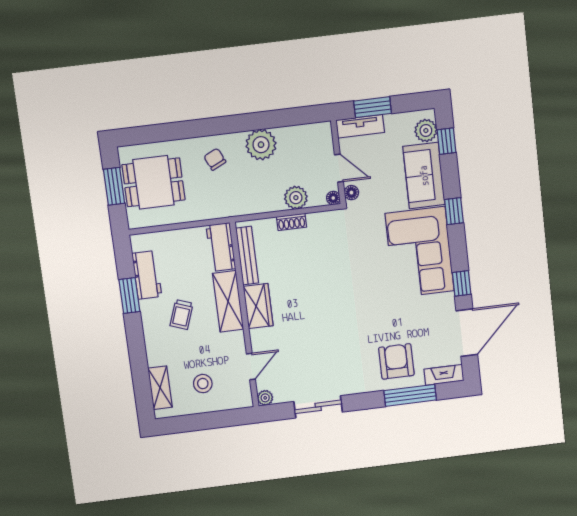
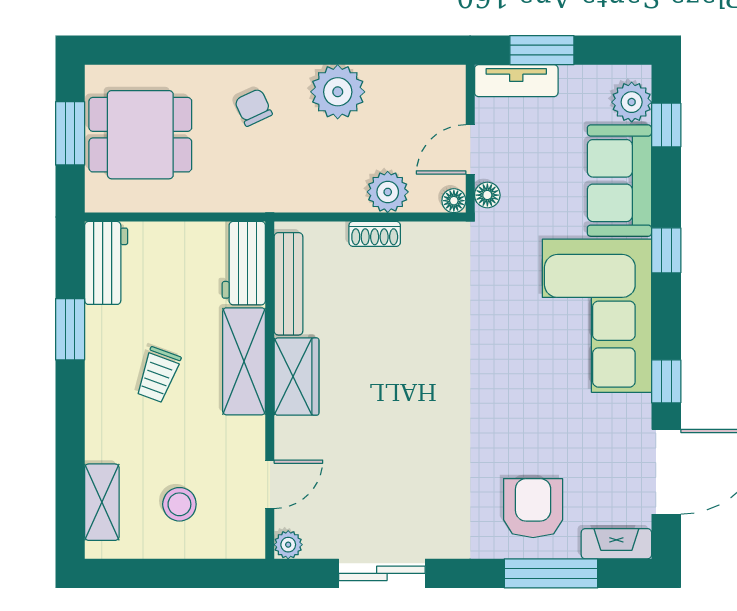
door: (339, 168) -> (470, 149), swing flipped
workbench: (147, 275) -> (106, 263), moved

